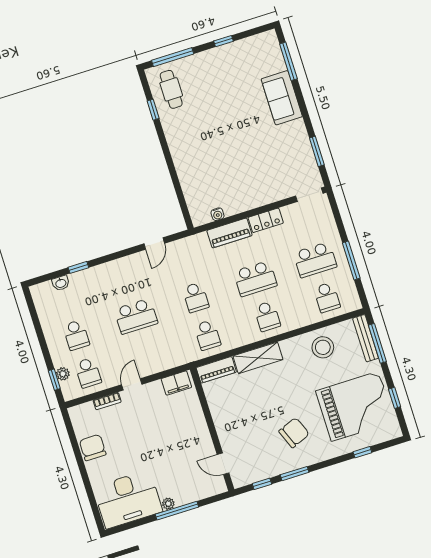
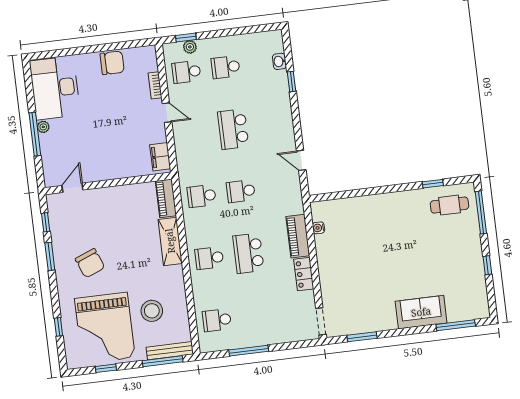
school desk: (315, 260) -> (256, 315), removed
stool: (323, 347) -> (152, 311), moved

